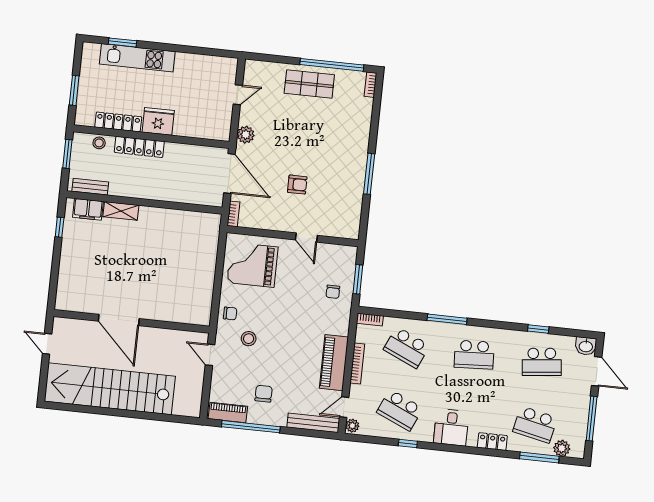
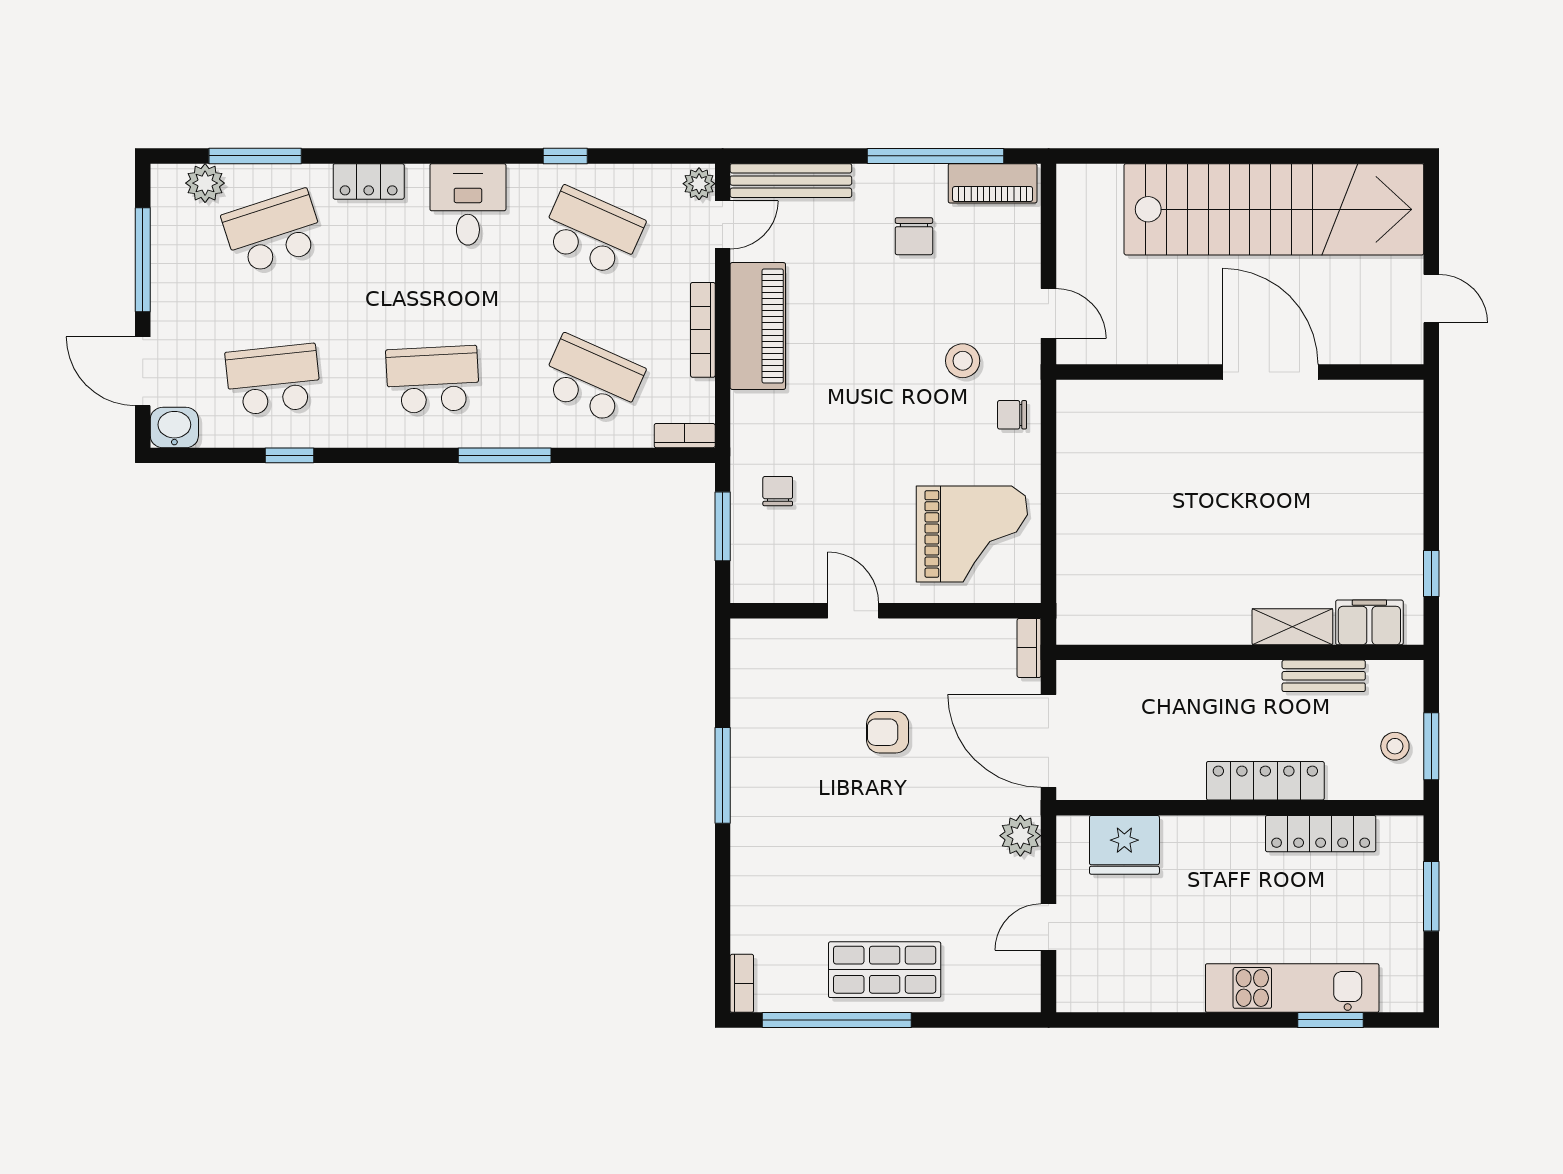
fridge: (158, 121) -> (1124, 845), moved
stool: (99, 143) -> (1395, 746), moved
bench: (90, 187) -> (1324, 676), moved
school desk: (535, 425) -> (273, 232), turned -30

